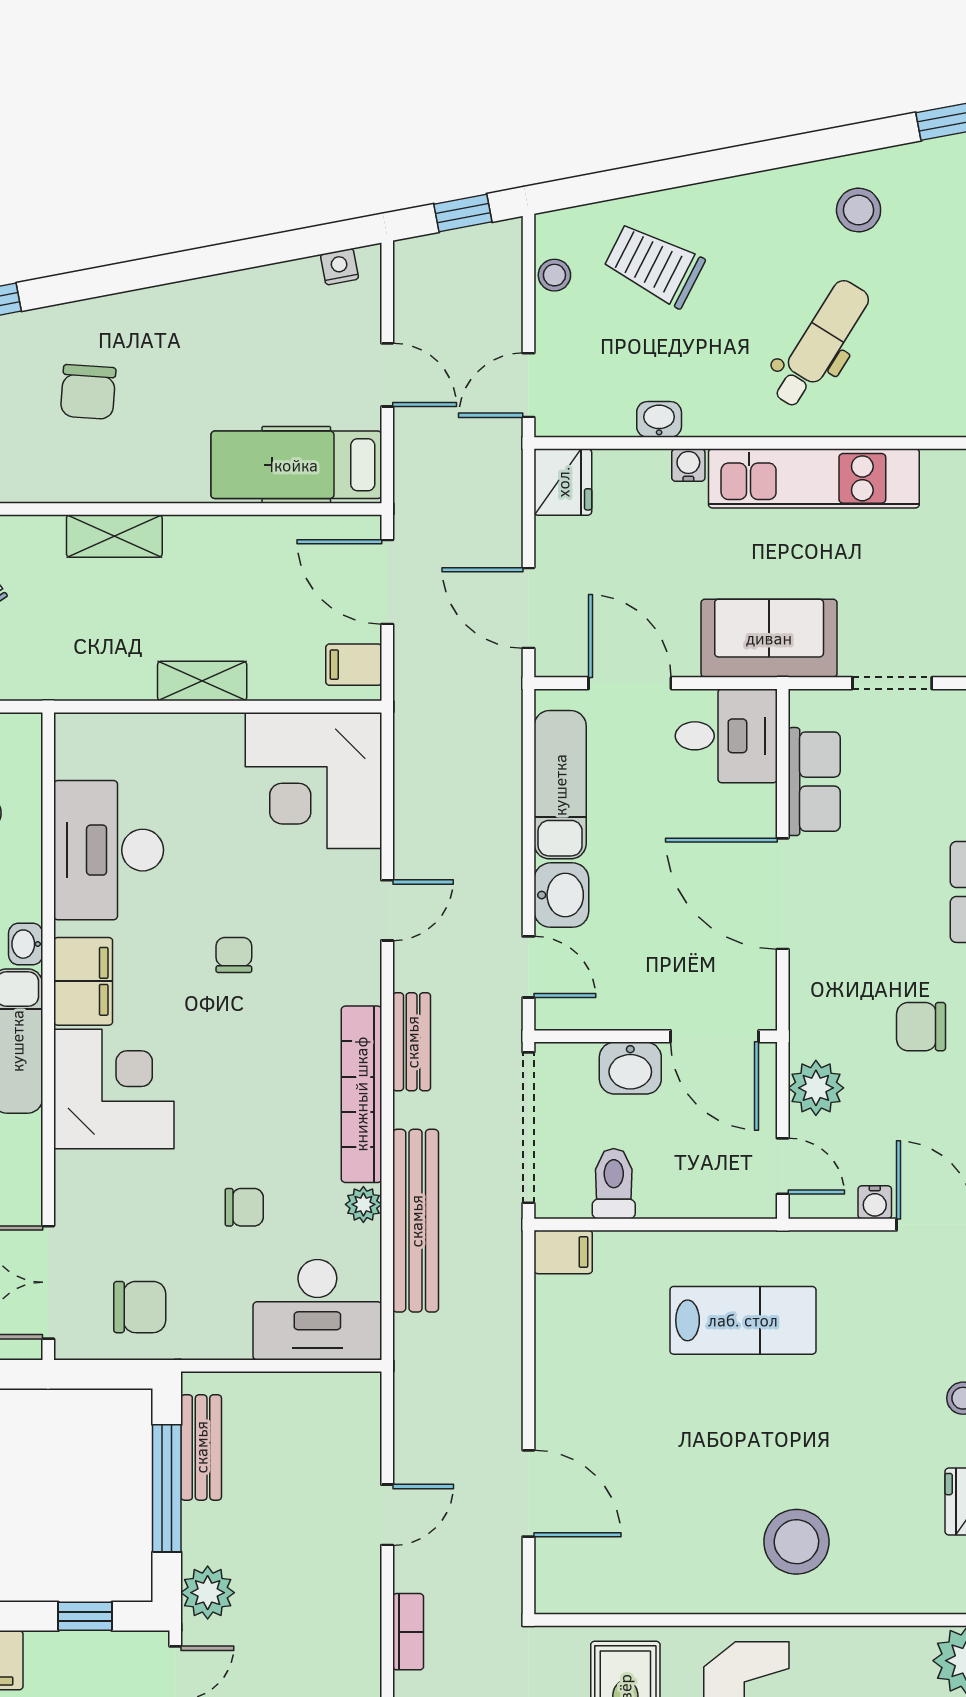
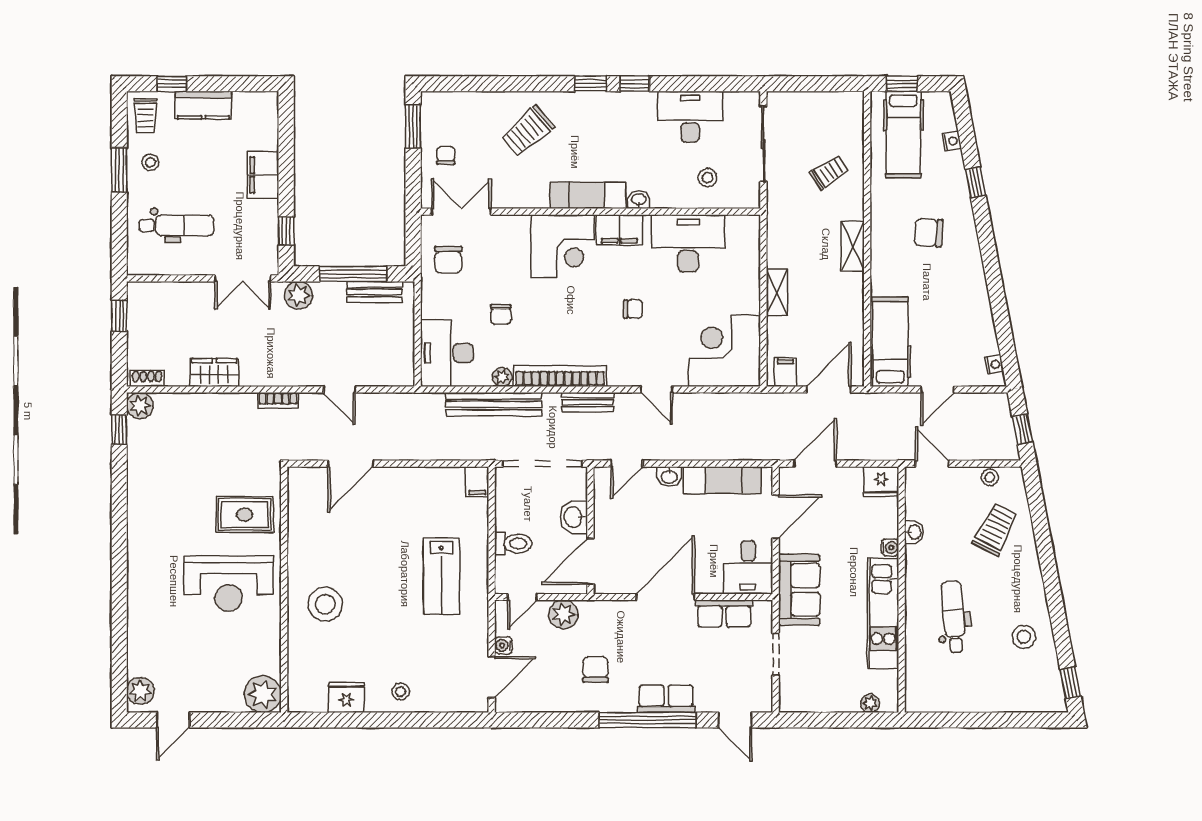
dental chair: (820, 344) -> (954, 617), turned -127
washbasin: (561, 895) -> (669, 476), width x0.72, depth x0.69
toilet: (614, 1184) -> (513, 543), moved

